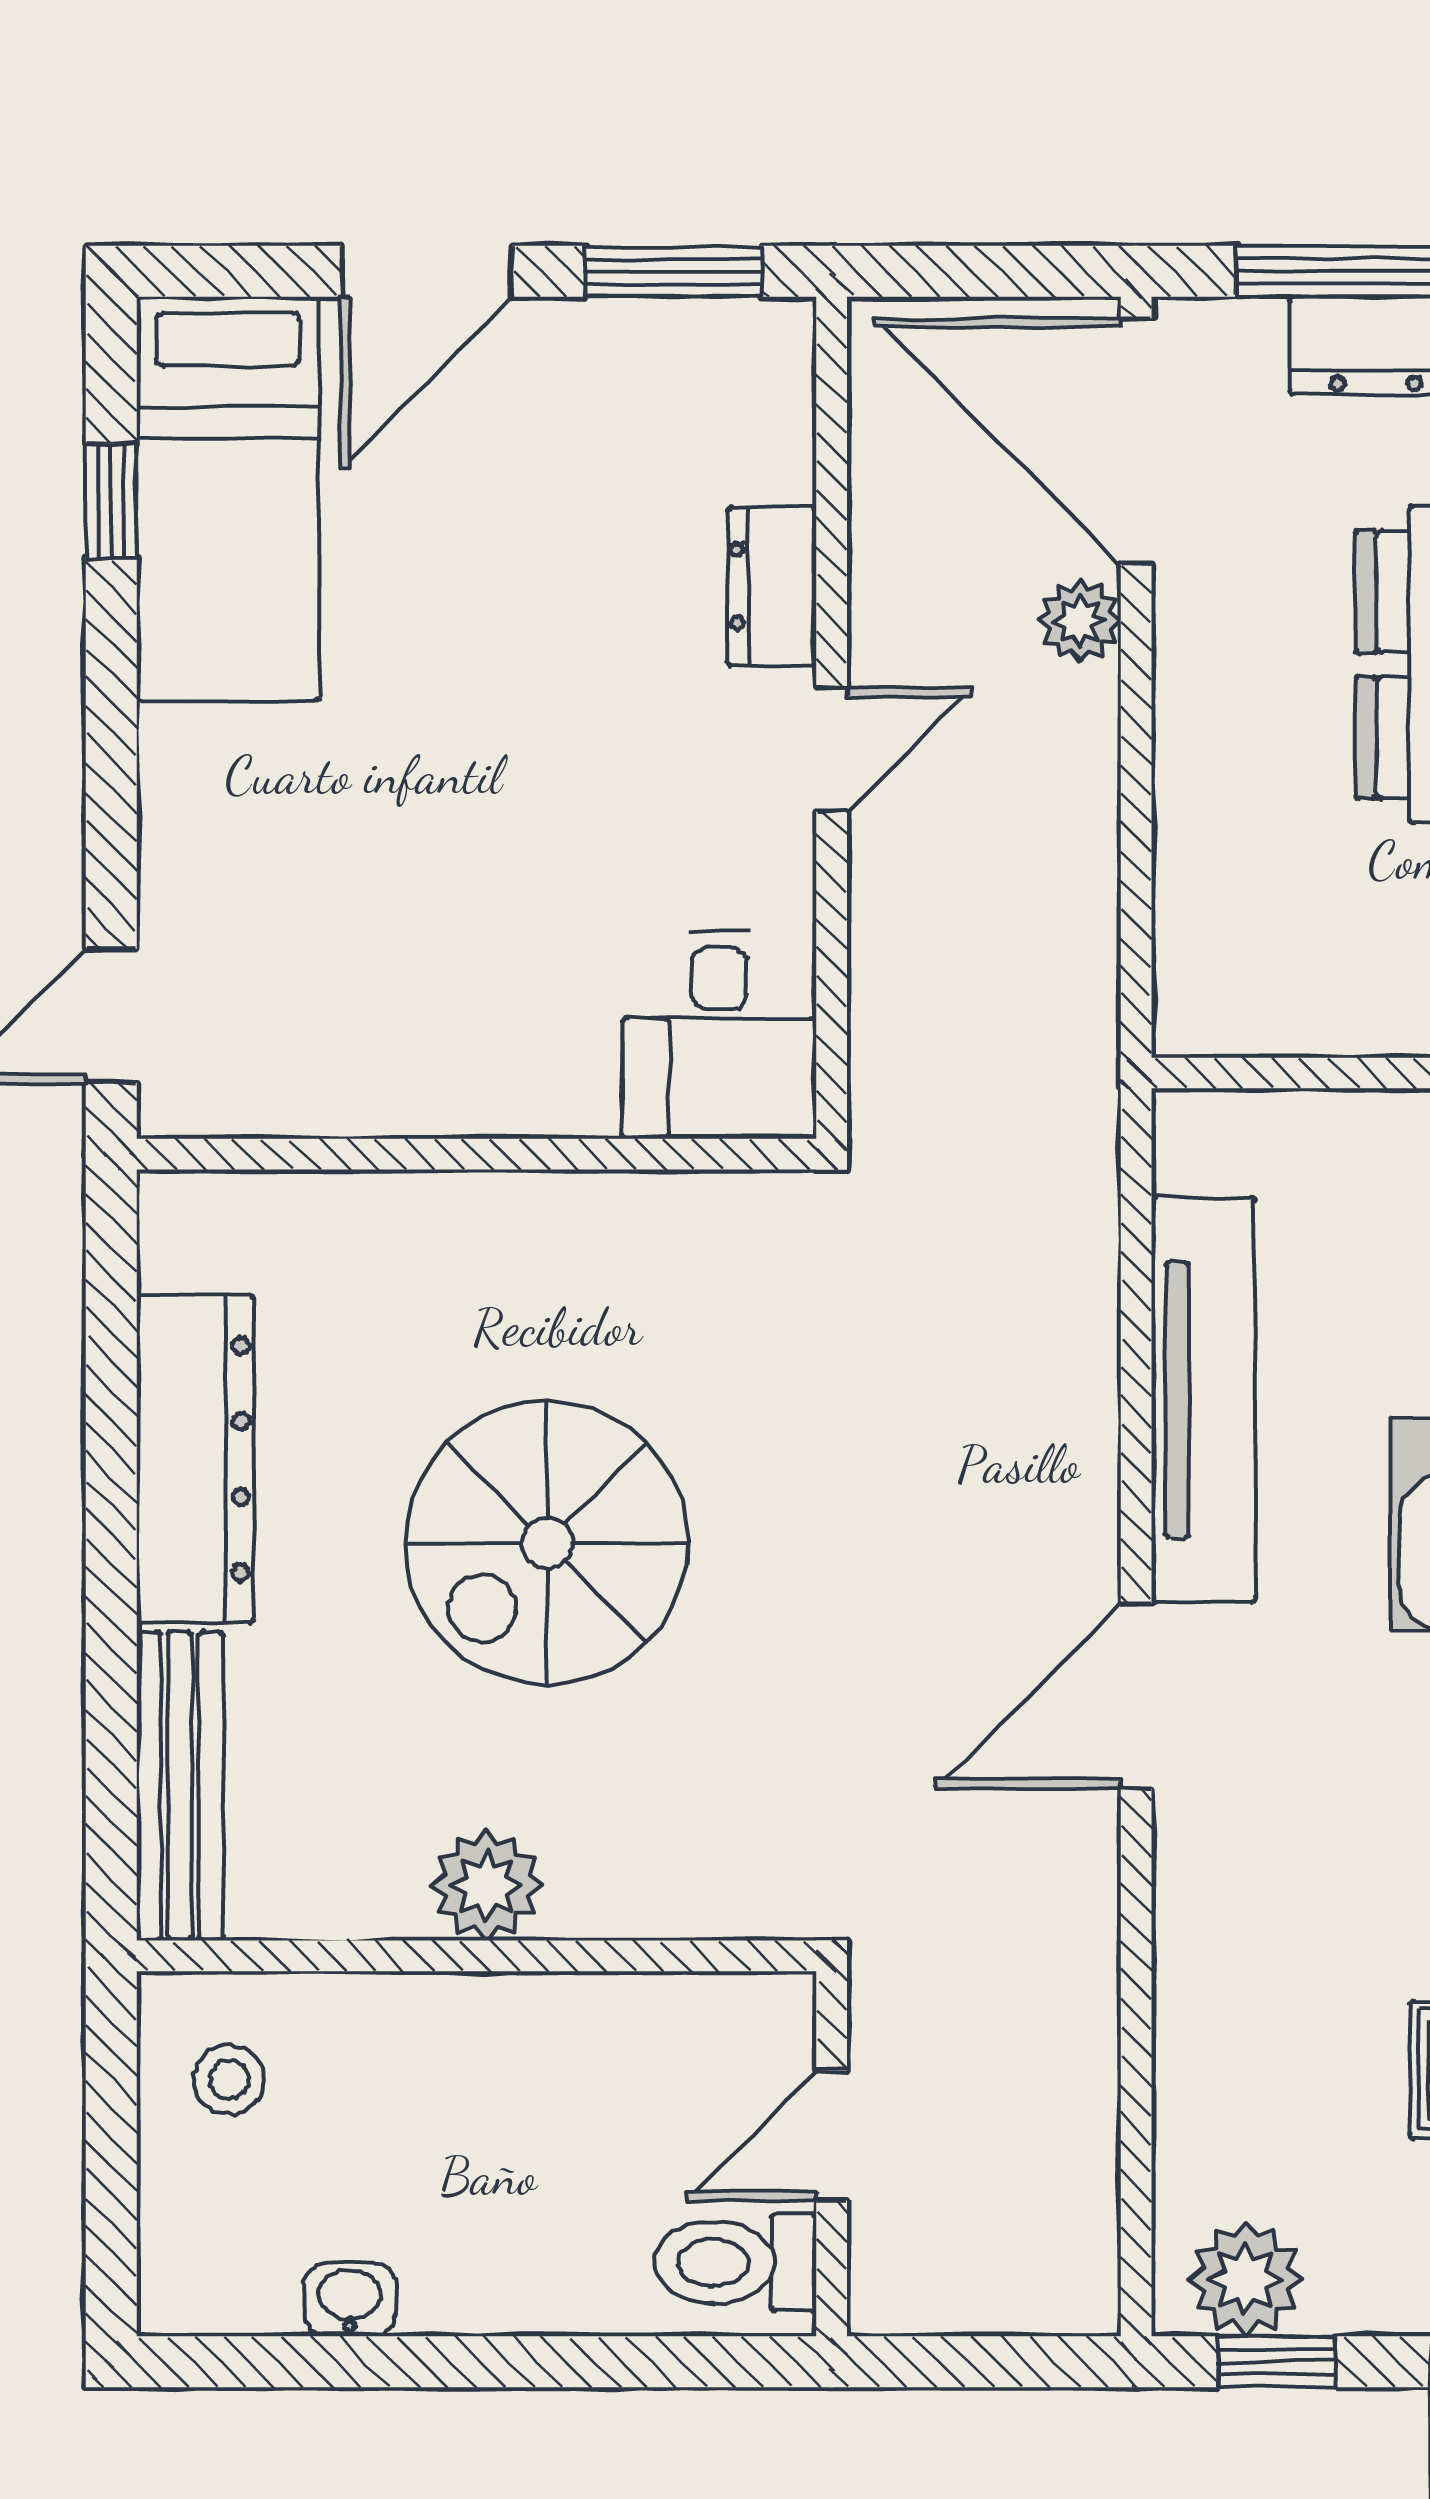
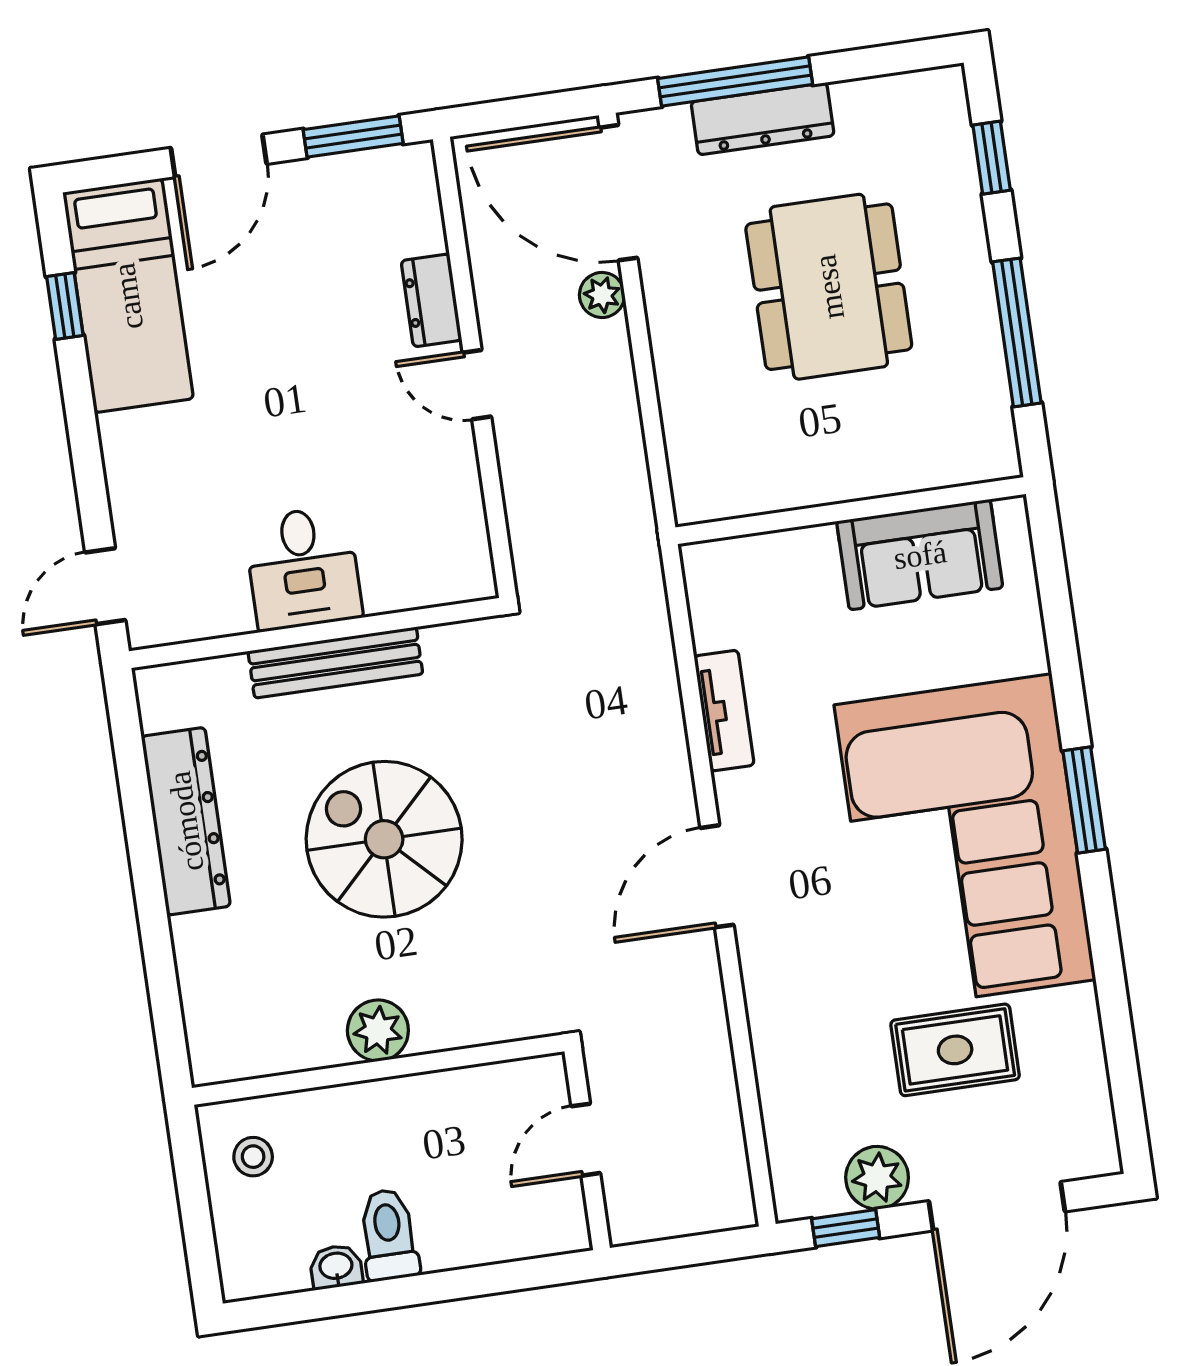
door: (832, 750) -> (477, 385), swing flipped
desk: (719, 1035) -> (303, 568), moved
tv unit: (1203, 1400) -> (724, 711), width x0.52, depth x0.78
spiral stairs: (547, 1543) -> (384, 839), turned 90
bench: (180, 1786) -> (335, 663), moved, turned 90
toilet: (736, 2263) -> (389, 1235), moved, turned 90
plant: (1246, 2279) -> (877, 1178), moved

